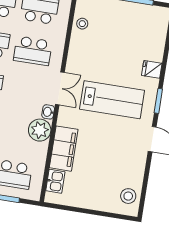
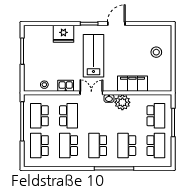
fridge: (152, 69) -> (63, 34), width x1.88, depth x1.34
kitchen sink: (55, 181) -> (66, 86), moved
stool: (128, 196) -> (156, 52), moved

